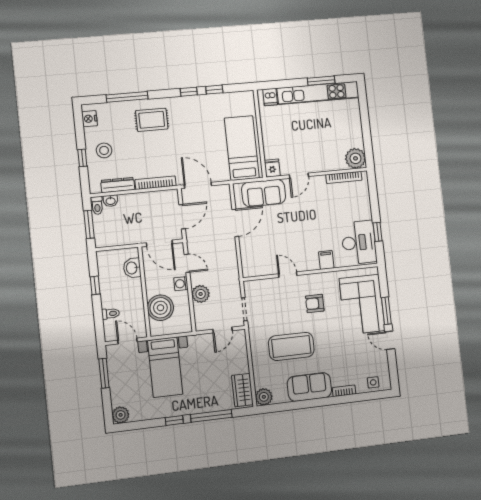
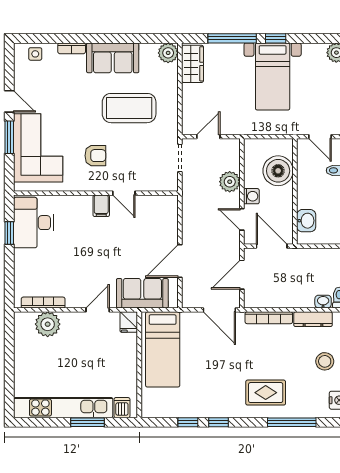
window: (321, 81) -> (88, 422), moved
plant: (355, 158) -> (48, 324), moved
filing cabinet: (326, 260) -> (101, 206), moved
bed with nightstands: (165, 367) -> (273, 76), moved, turned 180

